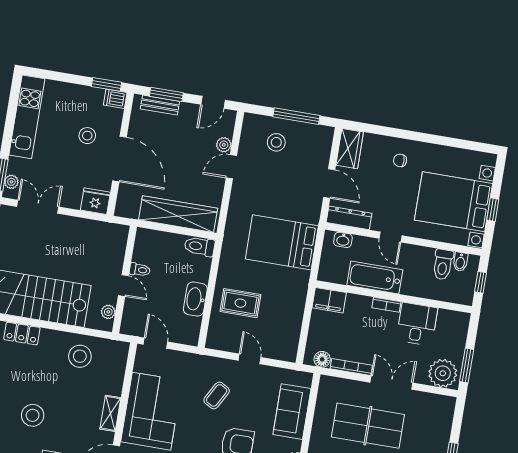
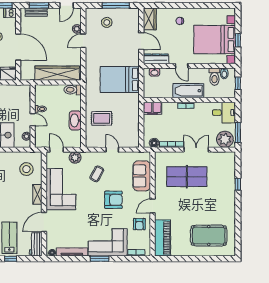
bathtub: (375, 277) -> (188, 91), moved
desk: (417, 324) -> (224, 113), moved, turned 90
stool: (80, 356) -> (26, 169), moved
plant: (184, 362) -> (75, 158), added

